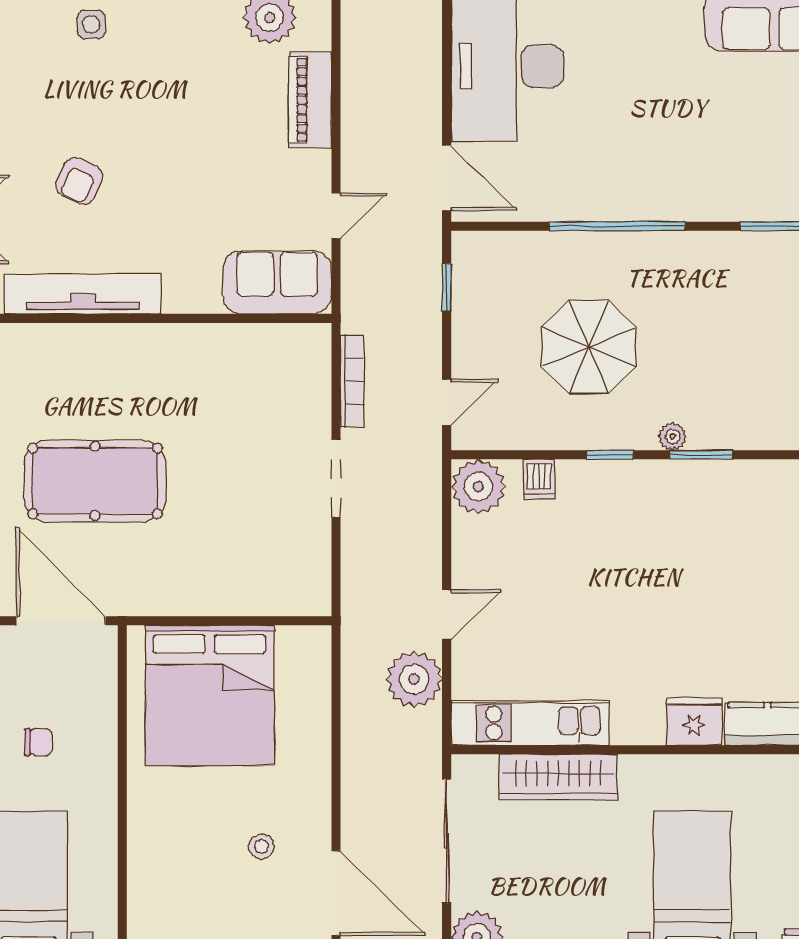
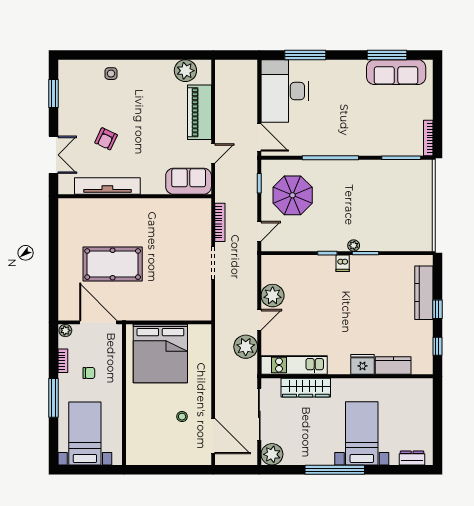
piano: (310, 100) -> (199, 112), width x1.37, depth x1.33
parasol: (589, 347) -> (293, 195), moved
dishwasher: (539, 479) -> (343, 263), moved
plant: (478, 487) -> (273, 296), moved

